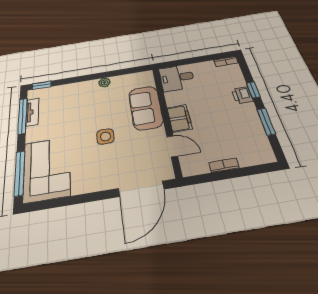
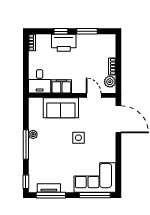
window: (90, 77) -> (26, 144), added
printer: (242, 95) -> (64, 43), width x1.87, depth x1.48
filing cabinet: (179, 118) -> (61, 86), moved
door: (172, 146) -> (94, 95), hinge flipped
plant: (199, 166) -> (110, 82), added

